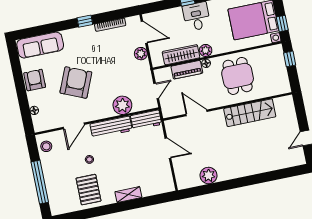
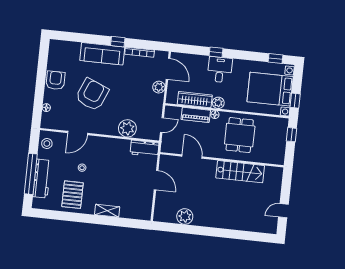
sofa: (40, 45) -> (102, 54), moved
workbench: (111, 127) -> (42, 179), moved, turned -90

